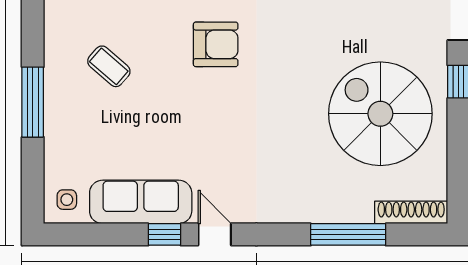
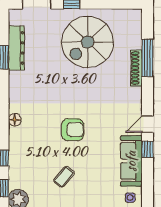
armchair: (216, 44) -> (73, 130), moved, turned 90
shoe rack: (411, 212) -> (137, 68), moved

